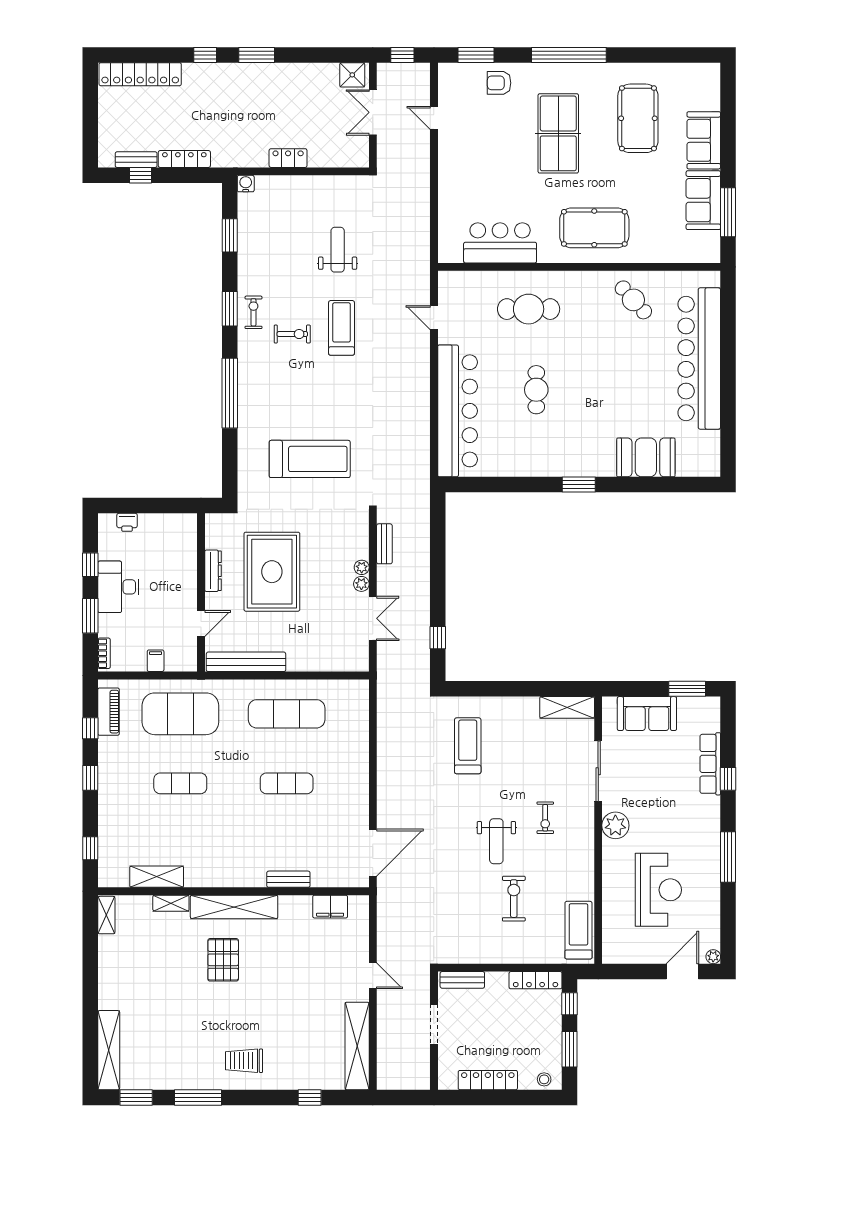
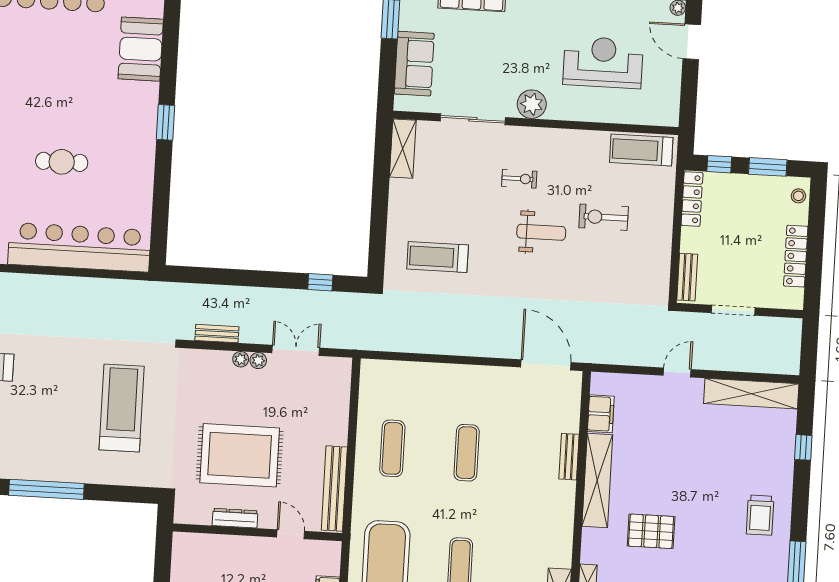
exercise mat: (287, 714) -> (392, 448), width x0.73, depth x0.69
shelving: (234, 907) -> (597, 480), moved

